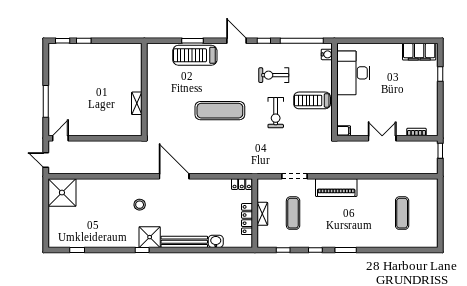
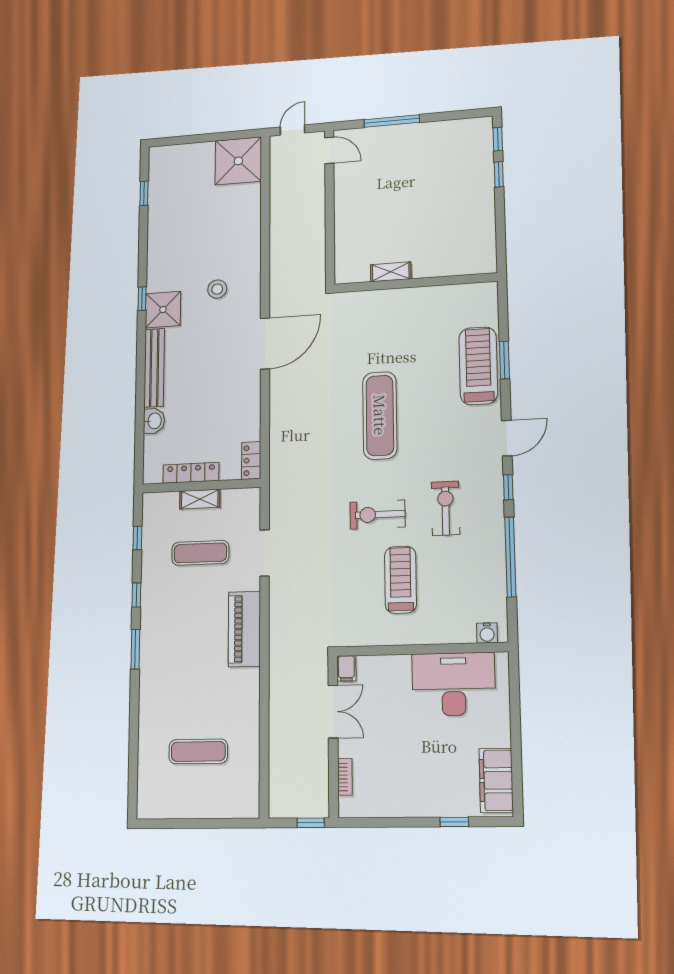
water cooler: (327, 54) -> (487, 633), moved
desk: (353, 73) -> (454, 684), moved
wall: (334, 90) -> (422, 649), moved
filing cabinet: (344, 131) -> (346, 668), moved

